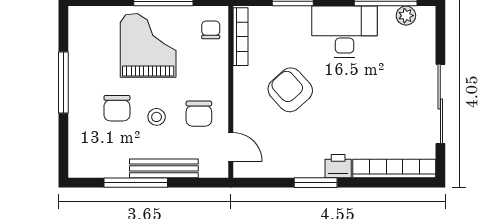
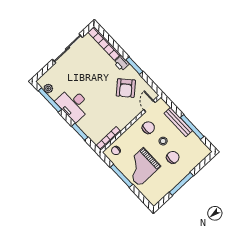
armchair: (290, 90) -> (126, 88), moved

